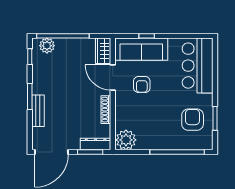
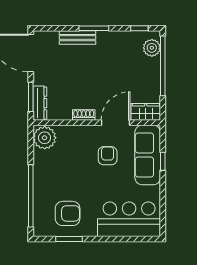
armchair: (142, 84) -> (108, 156), turned 90
shoe rack: (106, 110) -> (84, 115), width x0.70

